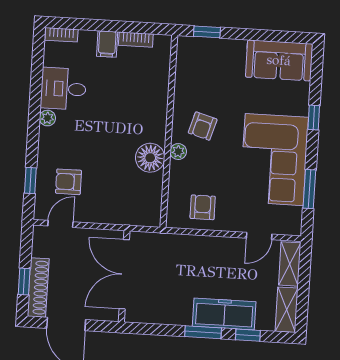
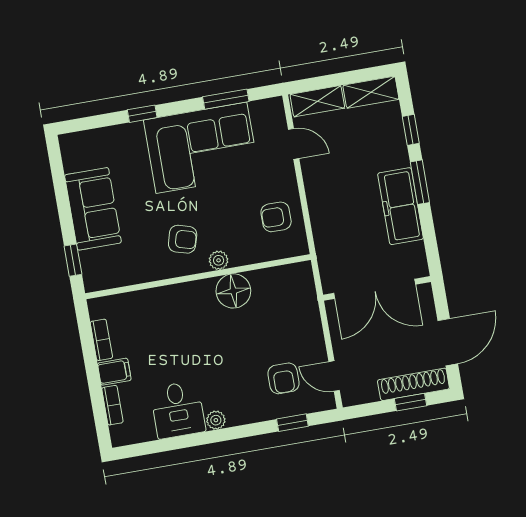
bookcase: (61, 35) -> (112, 405), moved
sofa: (279, 60) -> (93, 209), moved
freezer: (224, 314) -> (400, 206), moved

